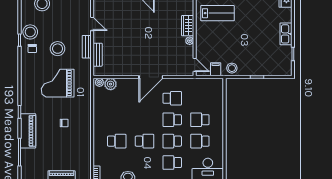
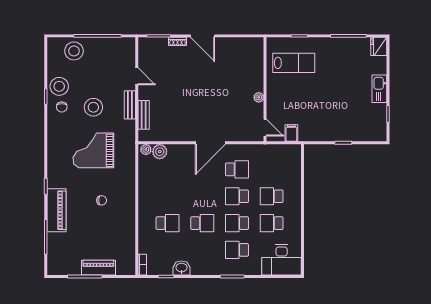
wardrobe: (188, 26) -> (256, 78), removed
stool: (232, 68) -> (312, 132), removed

